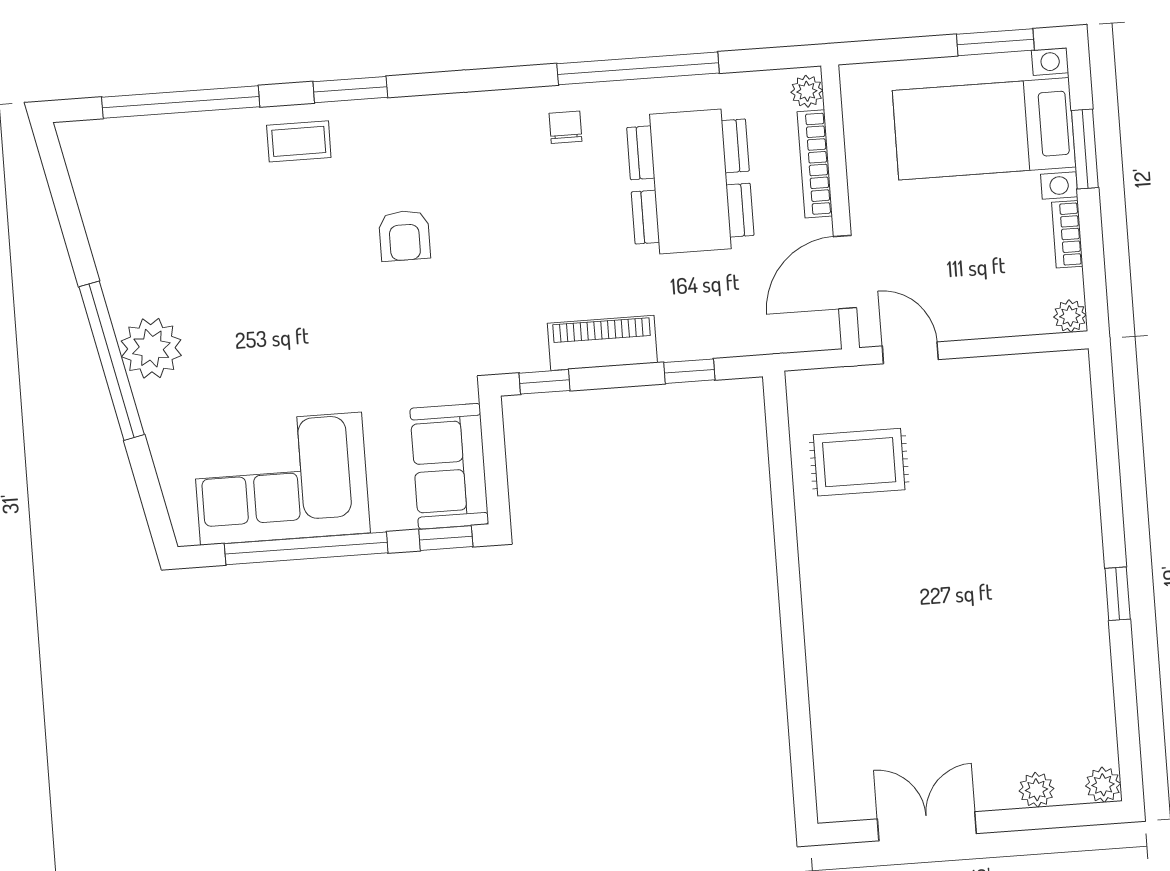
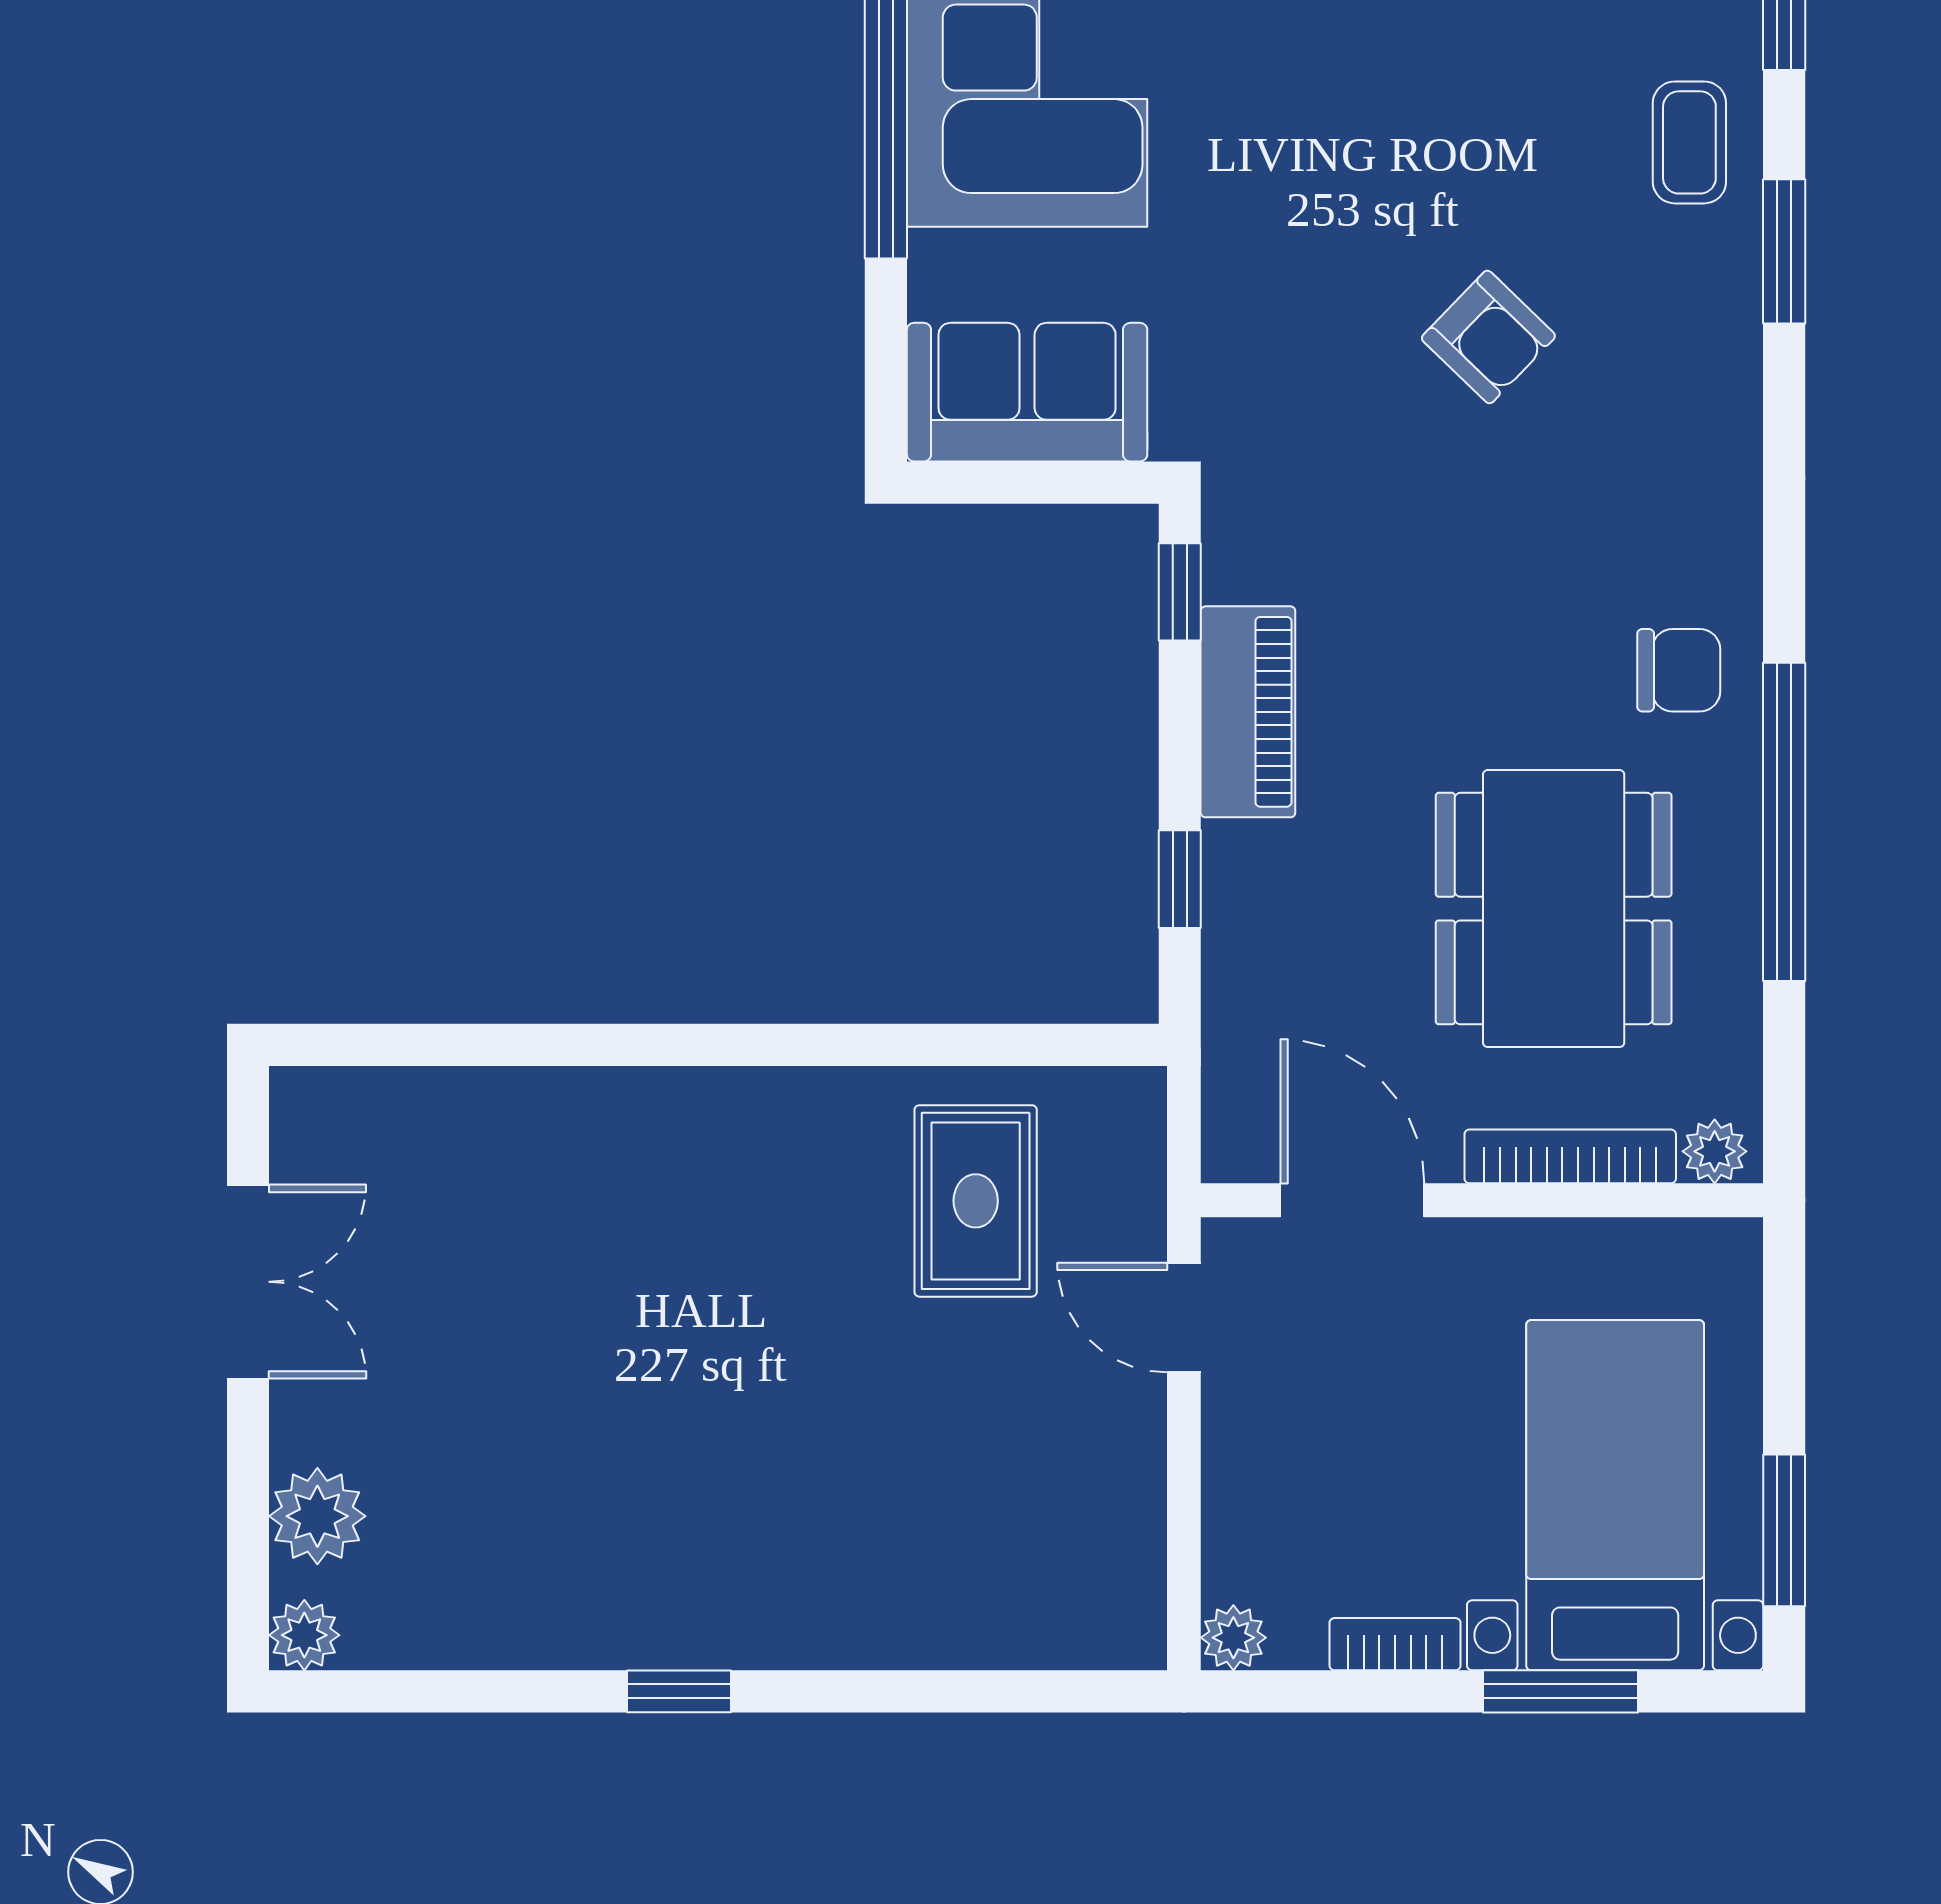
chair: (565, 127) -> (1679, 670), width x1.37, depth x1.37
dining table: (690, 181) -> (1554, 909), turned 90
armchair: (404, 236) -> (1488, 337), turned -136
door: (910, 353) -> (1184, 1318), swing flipped
window: (446, 538) -> (886, 375), removed
plant: (1036, 790) -> (317, 1516), width x1.38, depth x1.38

